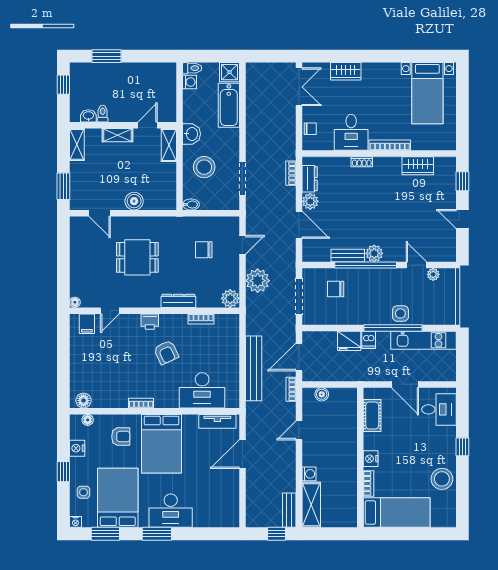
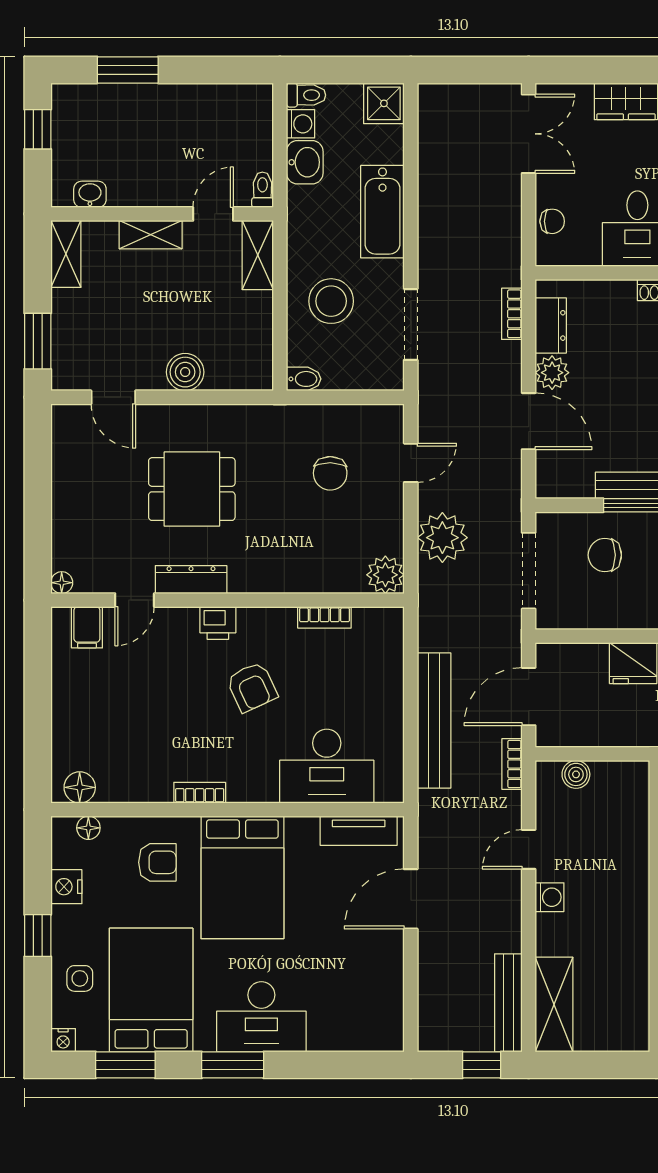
bathtub: (229, 105) -> (382, 212), moved
toilet: (103, 114) -> (262, 190), moved
washbasin: (191, 134) -> (305, 162), moved
chair: (204, 250) -> (330, 473), turned -89
dresser: (178, 301) -> (191, 580), moved
washing machine: (309, 474) -> (550, 897), moved
bench: (289, 510) -> (508, 1003), width x1.36

